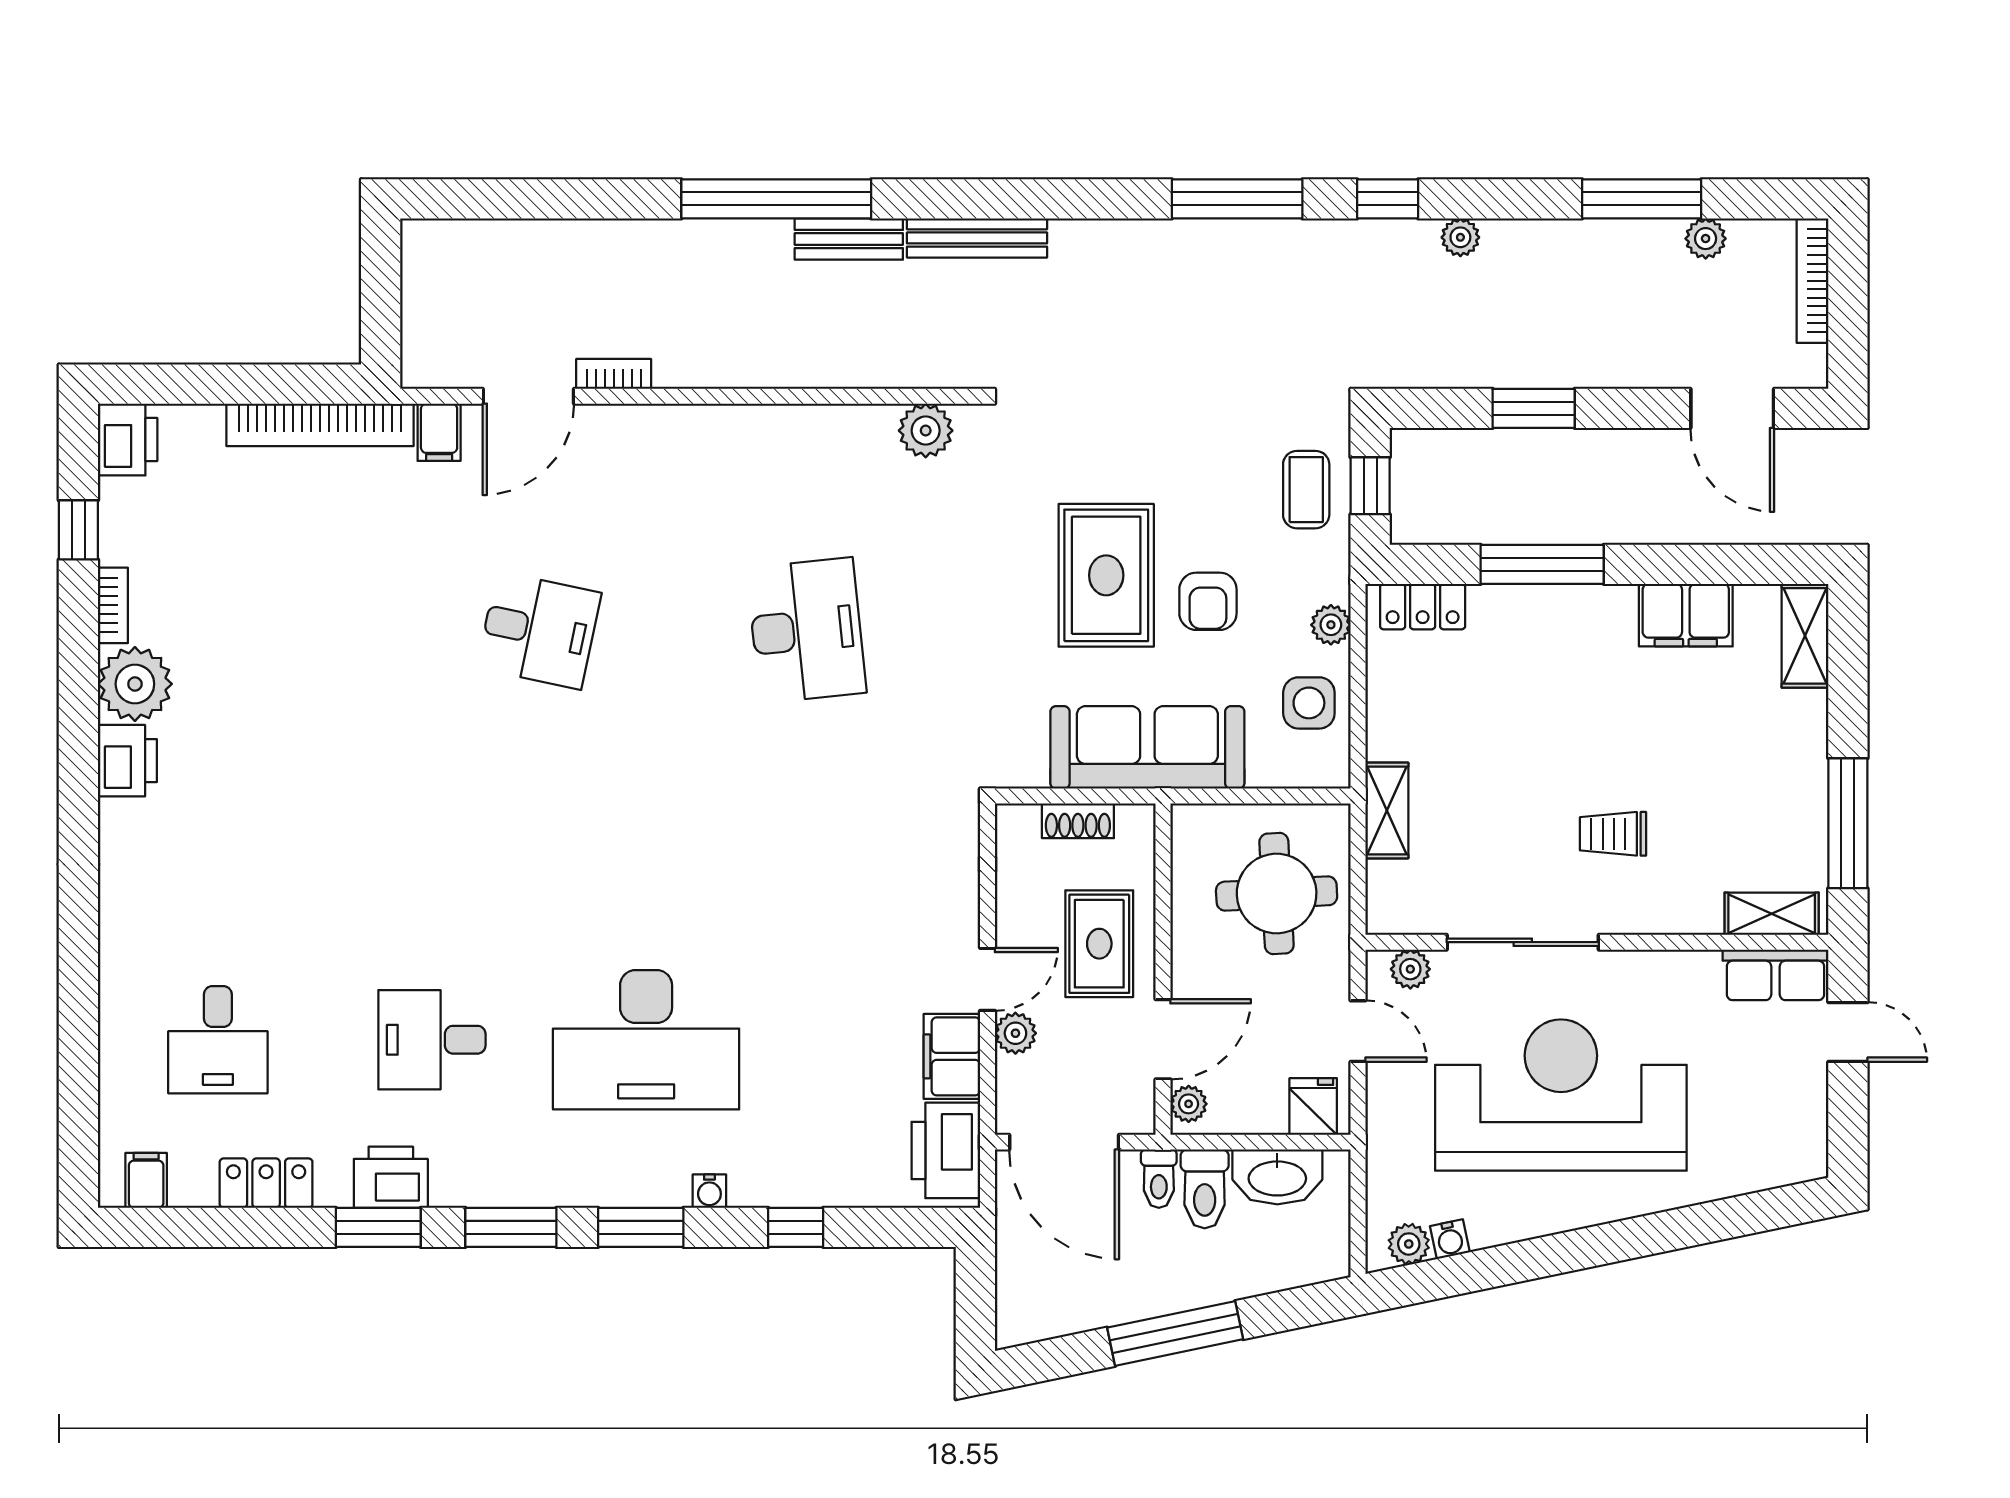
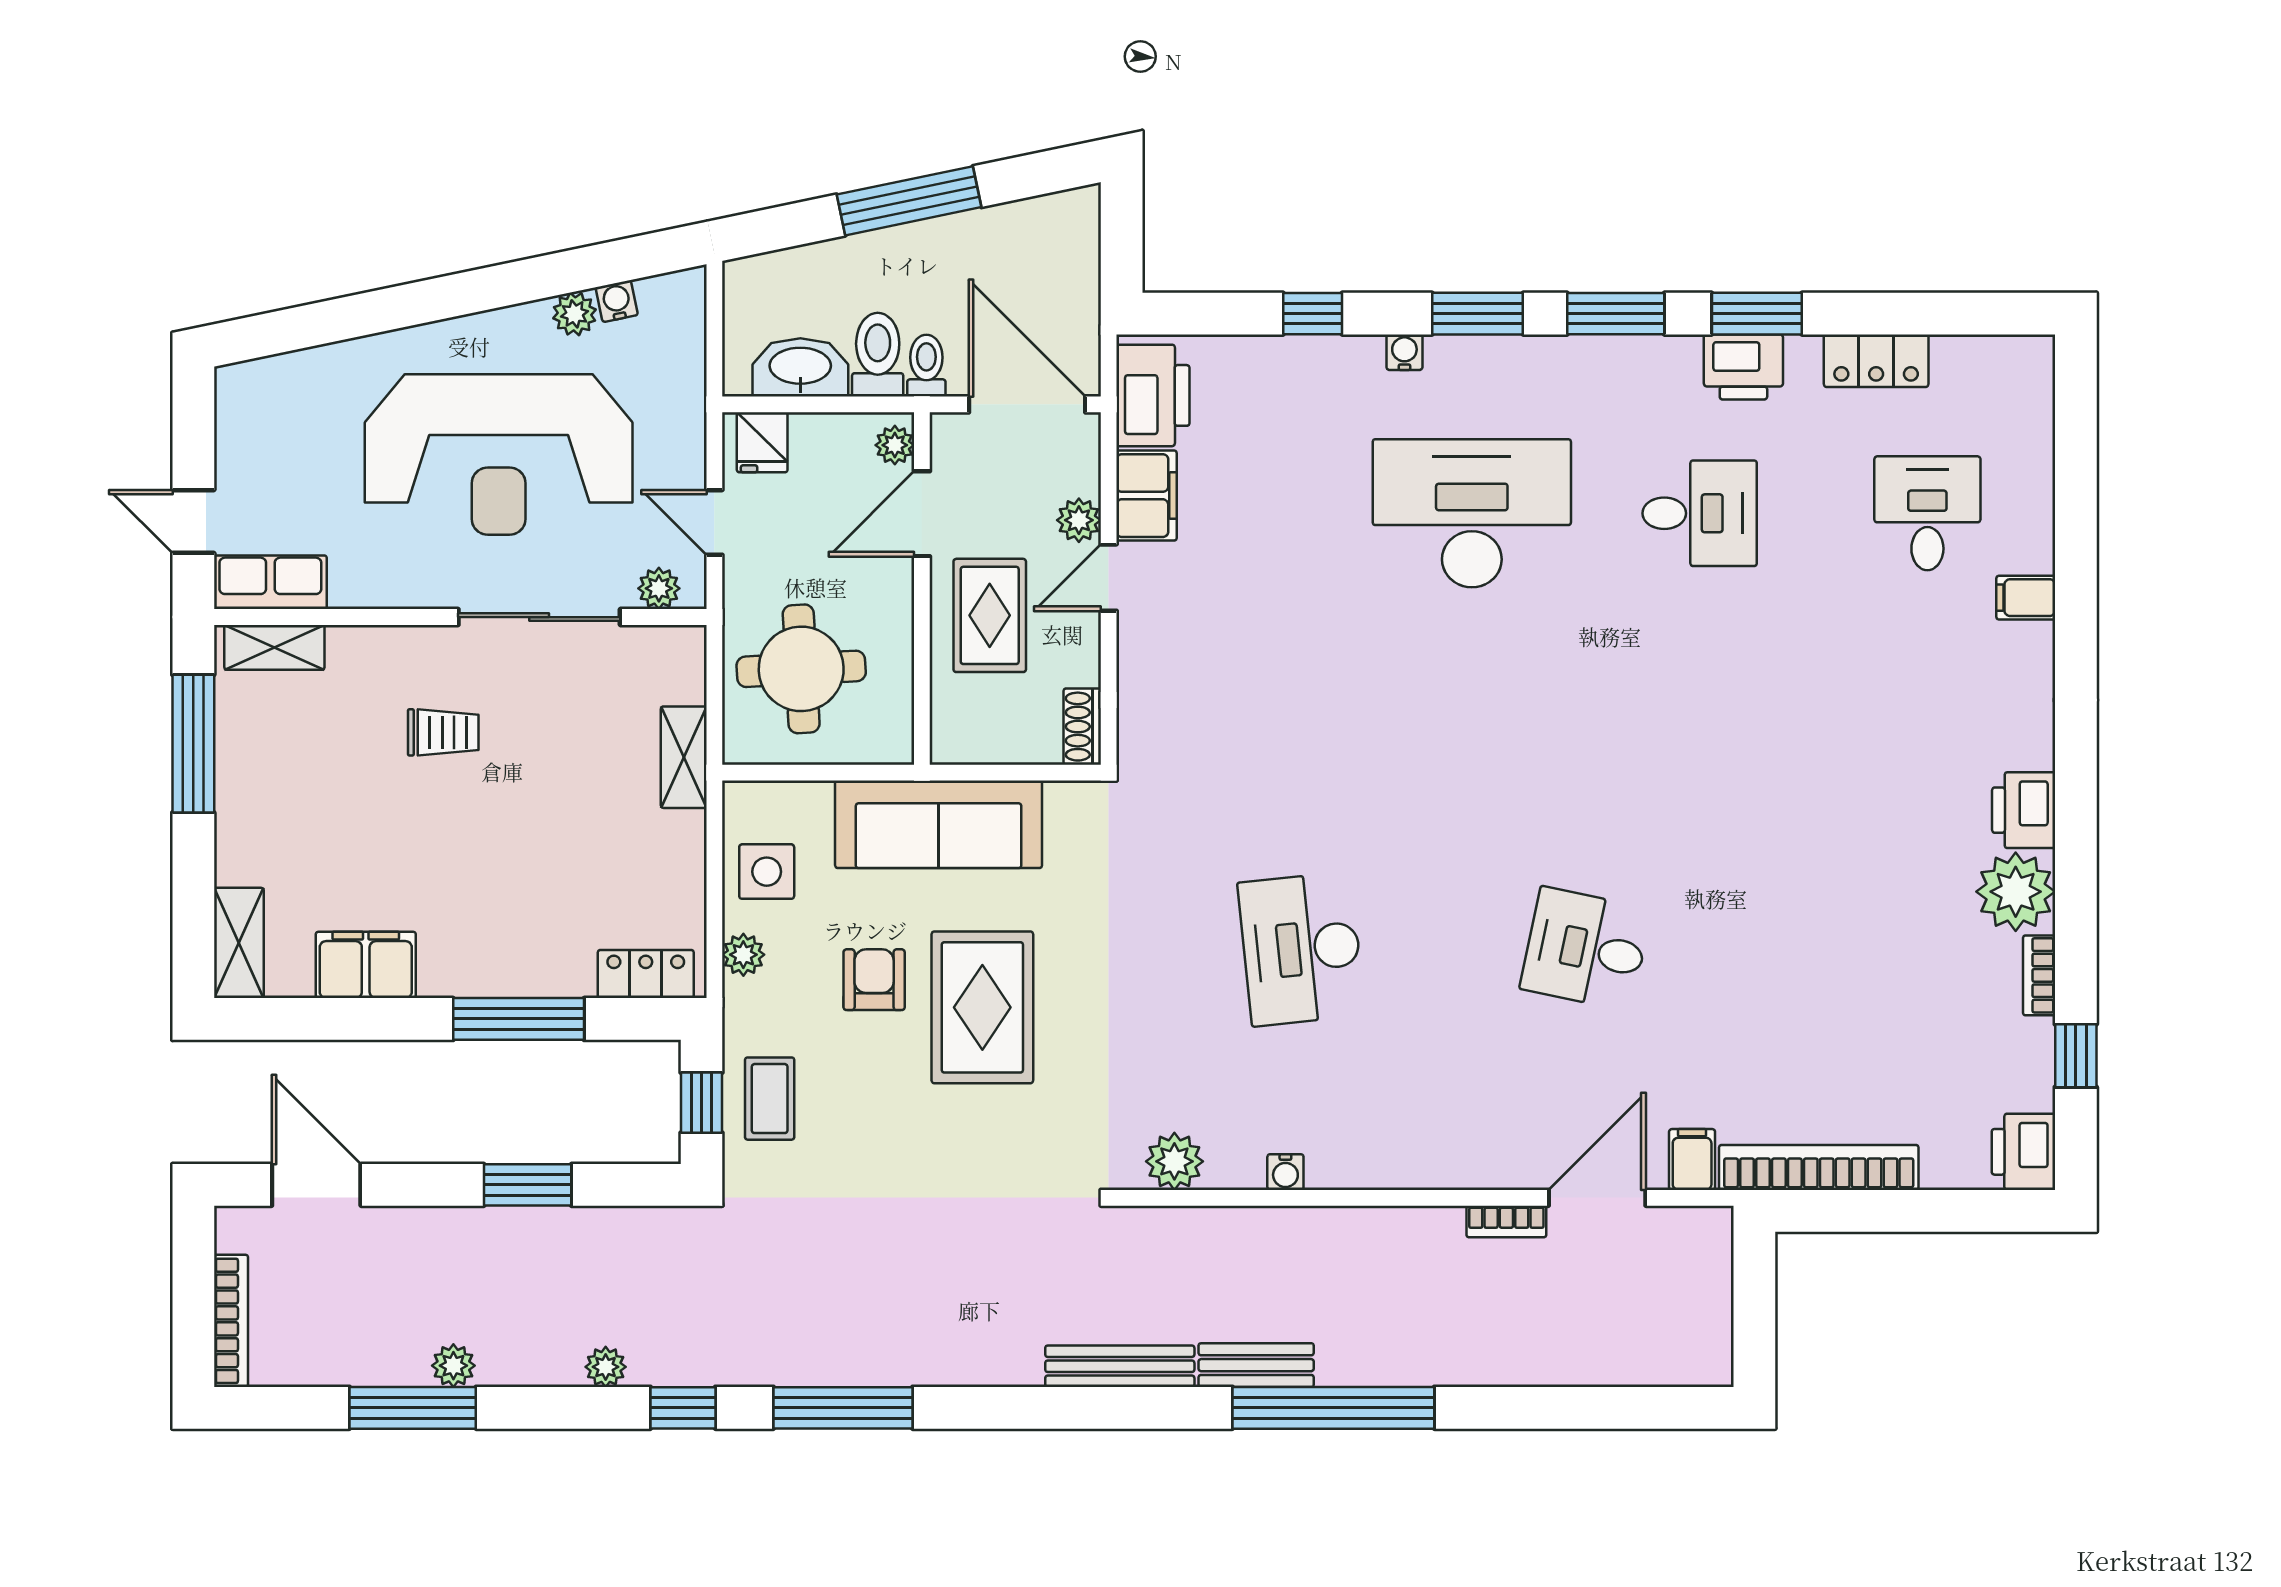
plant: (1706, 239) -> (453, 1366), moved
water cooler: (821, 420) -> (1285, 1172), added
shoe rack: (1078, 821) -> (1082, 727), moved, turned -90
filing cabinet: (146, 1180) -> (2026, 598), moved, turned 90
plant: (1409, 1244) -> (575, 314), moved

